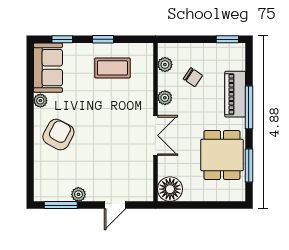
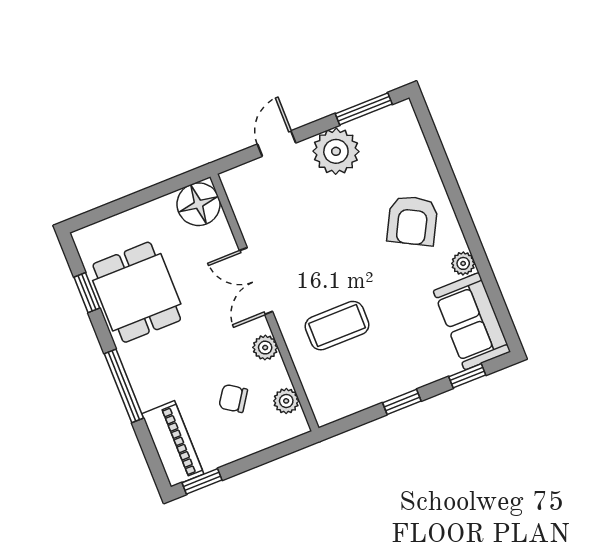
coffee table: (112, 68) -> (337, 326), moved
piano: (235, 94) -> (173, 444), moved
window: (249, 165) -> (87, 293), width x0.67
plant: (78, 194) -> (336, 151), width x1.87, depth x1.87

